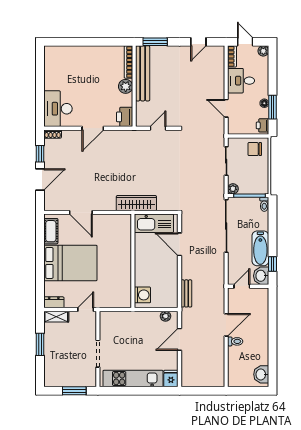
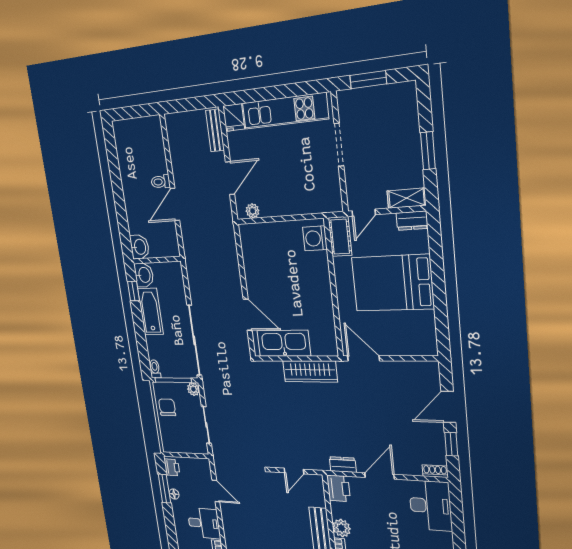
dresser: (119, 135) -> (343, 465), added
chair: (255, 149) -> (167, 407), moved, turned -90
door: (81, 212) -> (364, 358), moved
cot: (51, 231) -> (340, 237), moved
wall: (133, 261) -> (333, 288), moved
door: (242, 286) -> (164, 260), removed
bench: (186, 293) -> (215, 130), moved
washing machine: (142, 295) -> (315, 238), moved
washbasin: (261, 374) -> (140, 247), moved

